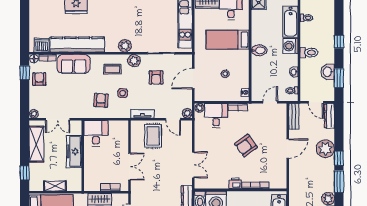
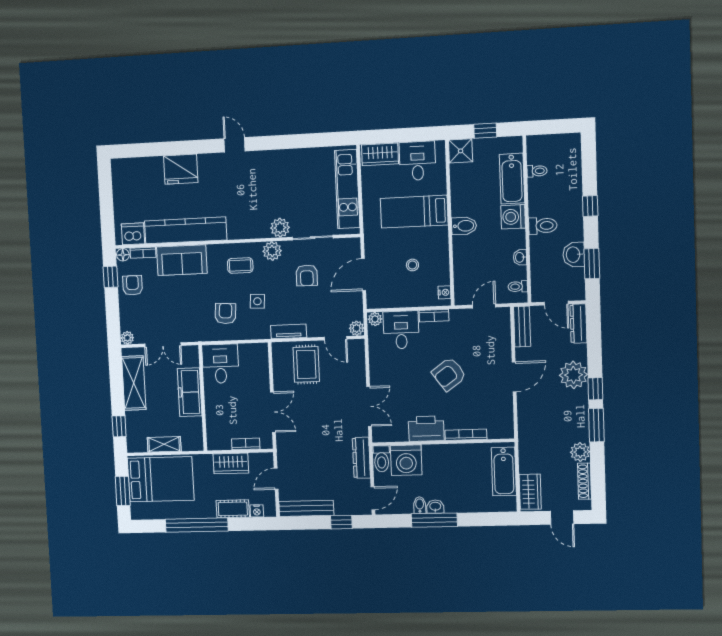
plant: (125, 46) -> (280, 228), moved
printer: (235, 183) -> (426, 429), width x1.87, depth x1.48

